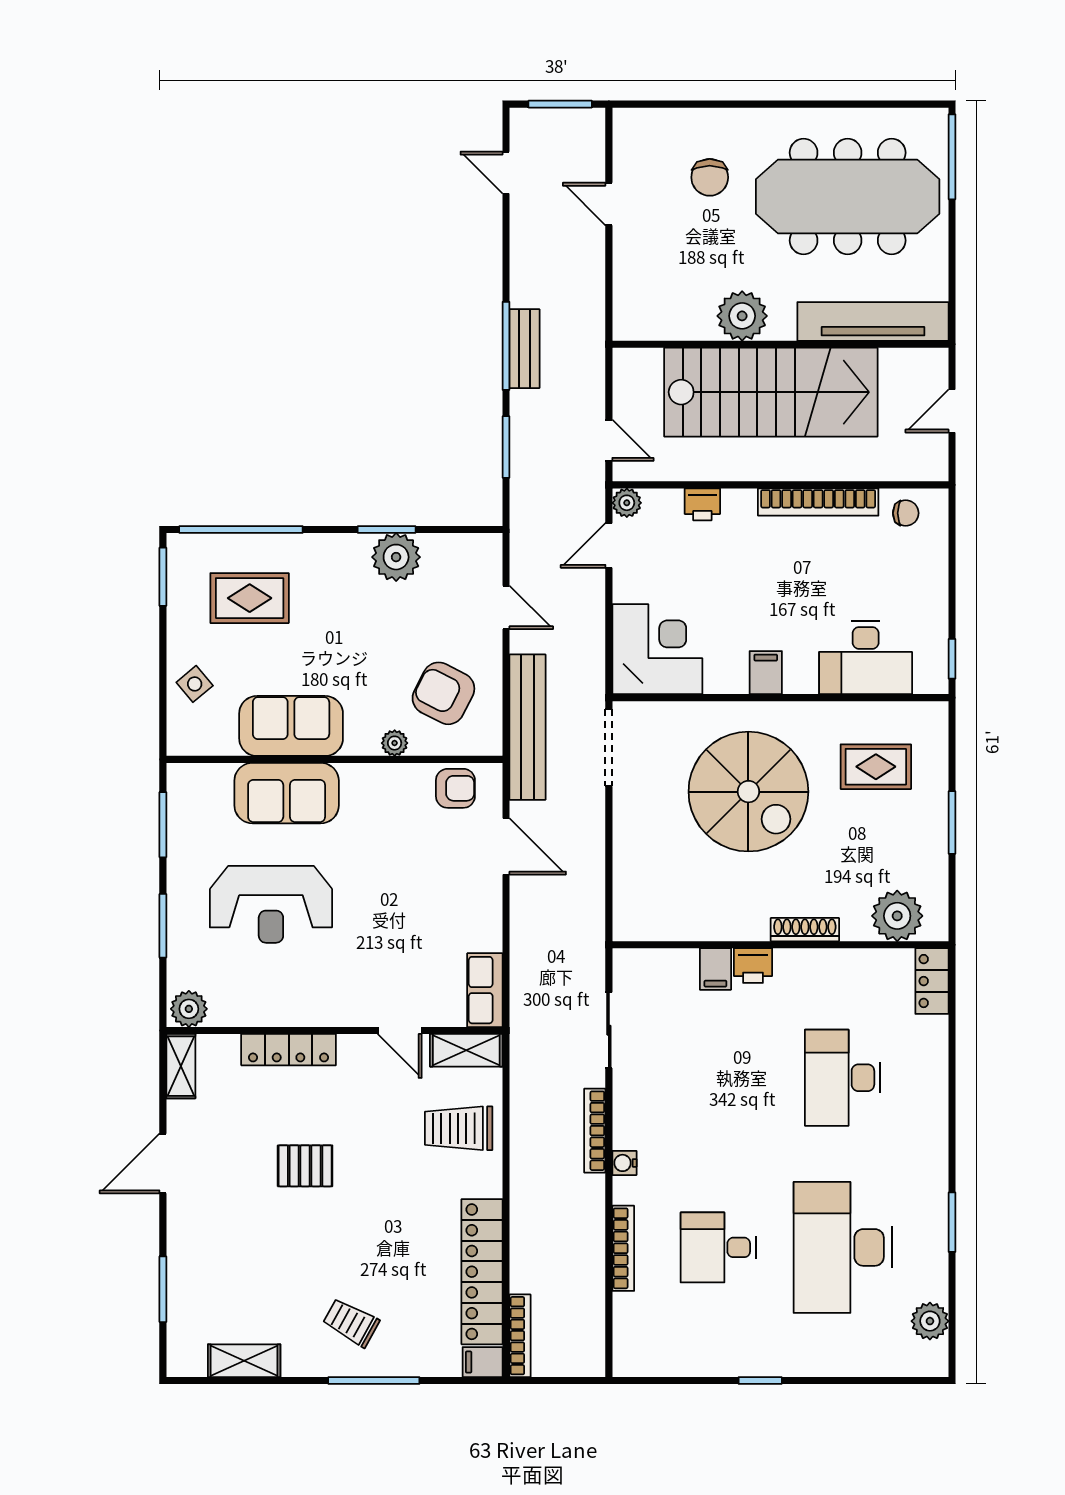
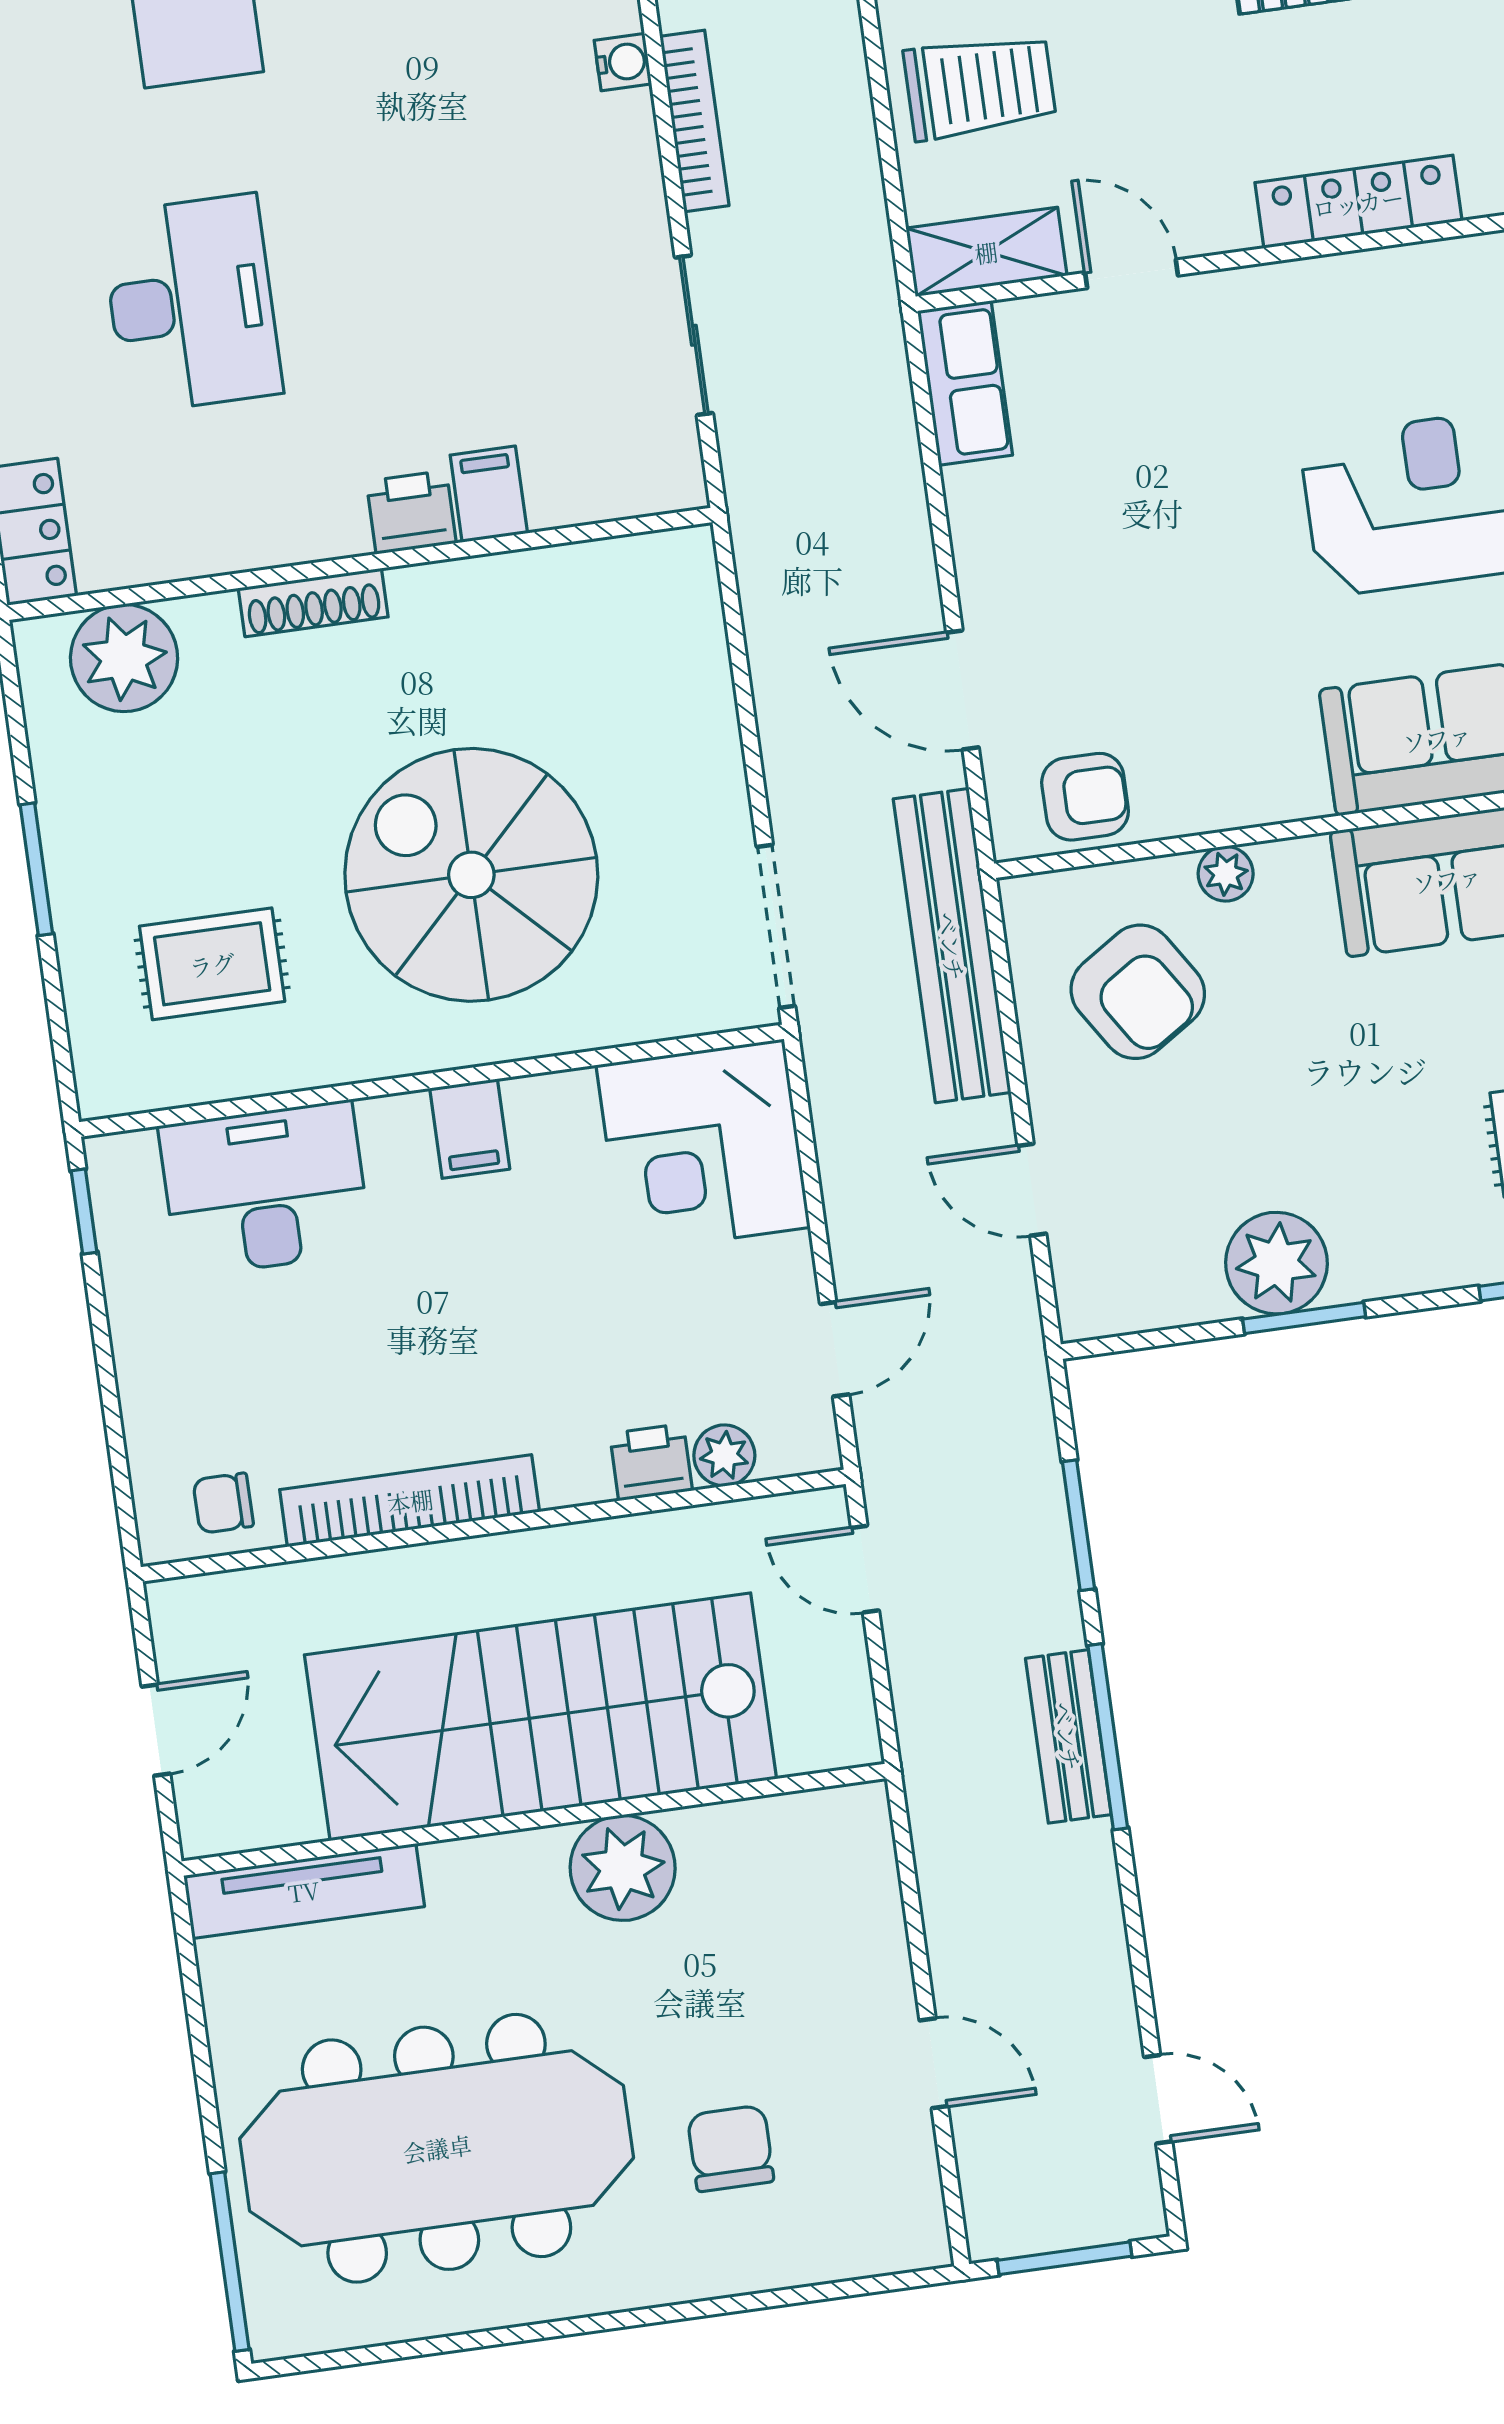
tv unit: (873, 321) -> (304, 1891), width x0.73, depth x0.78
plant: (627, 503) -> (724, 1455), moved
armchair: (443, 693) -> (1138, 992), turned 30
armchair: (455, 788) -> (1085, 797), turned 180

